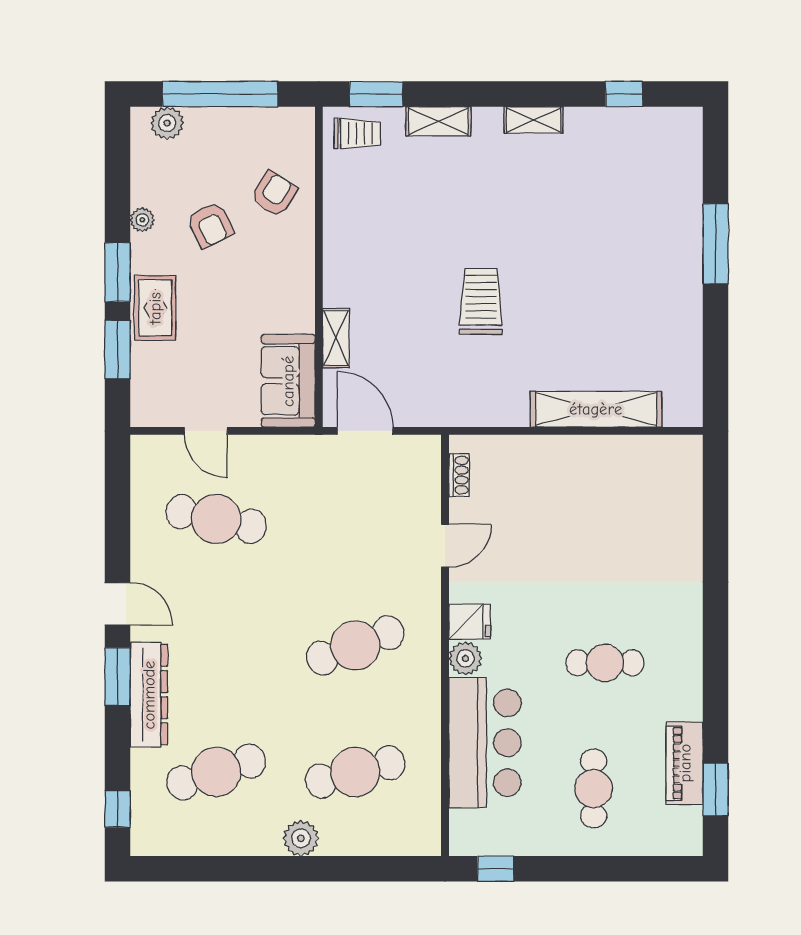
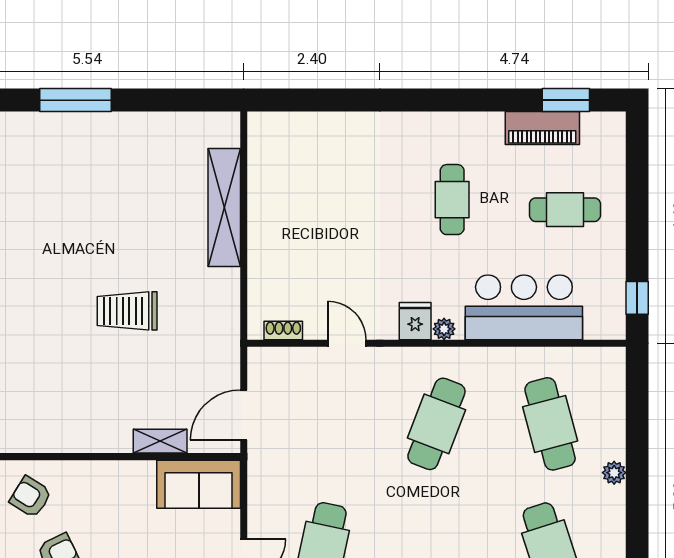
cafe table: (355, 645) -> (436, 424), turned 42
plant: (465, 658) -> (444, 329), width x0.73, depth x0.73
plant: (301, 838) -> (614, 473), width x0.73, depth x0.73

